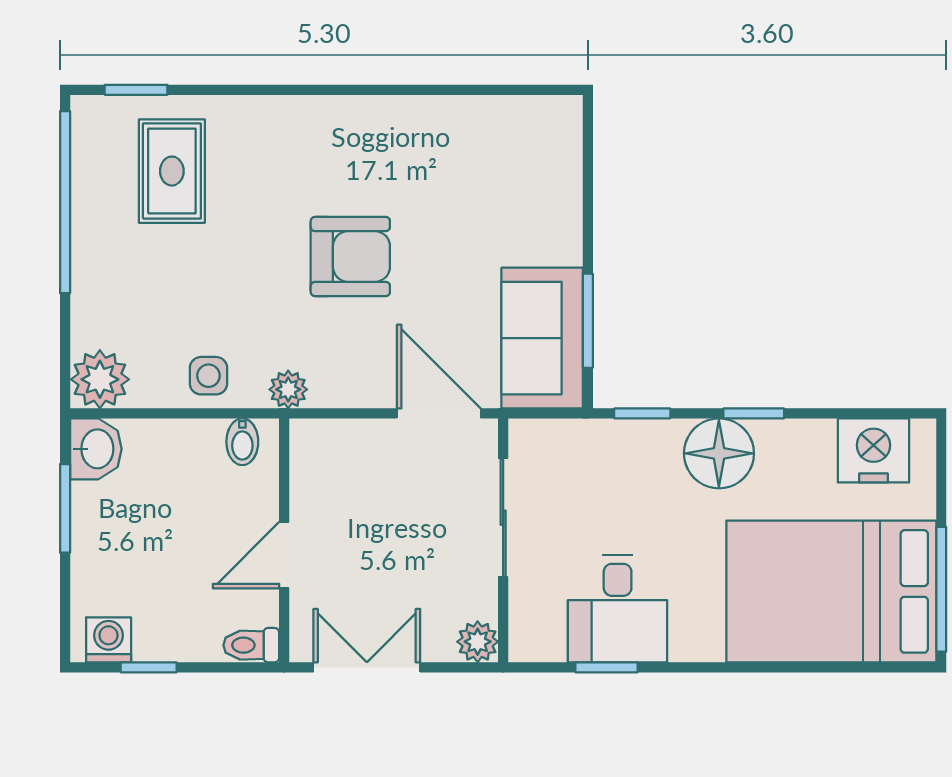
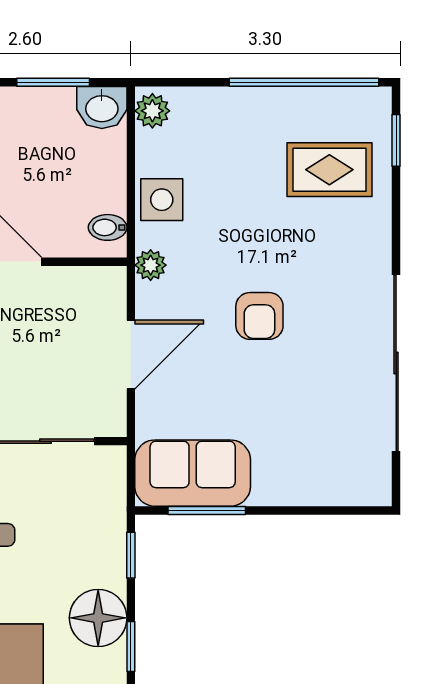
sliding door: (408, 90) -> (396, 363), added
armchair: (350, 256) -> (259, 316), width x0.72, depth x0.72
side table: (208, 376) -> (162, 200), width x1.37, depth x1.37
plant: (100, 379) -> (152, 111), width x0.73, depth x0.73
door: (439, 413) -> (131, 354), moved

